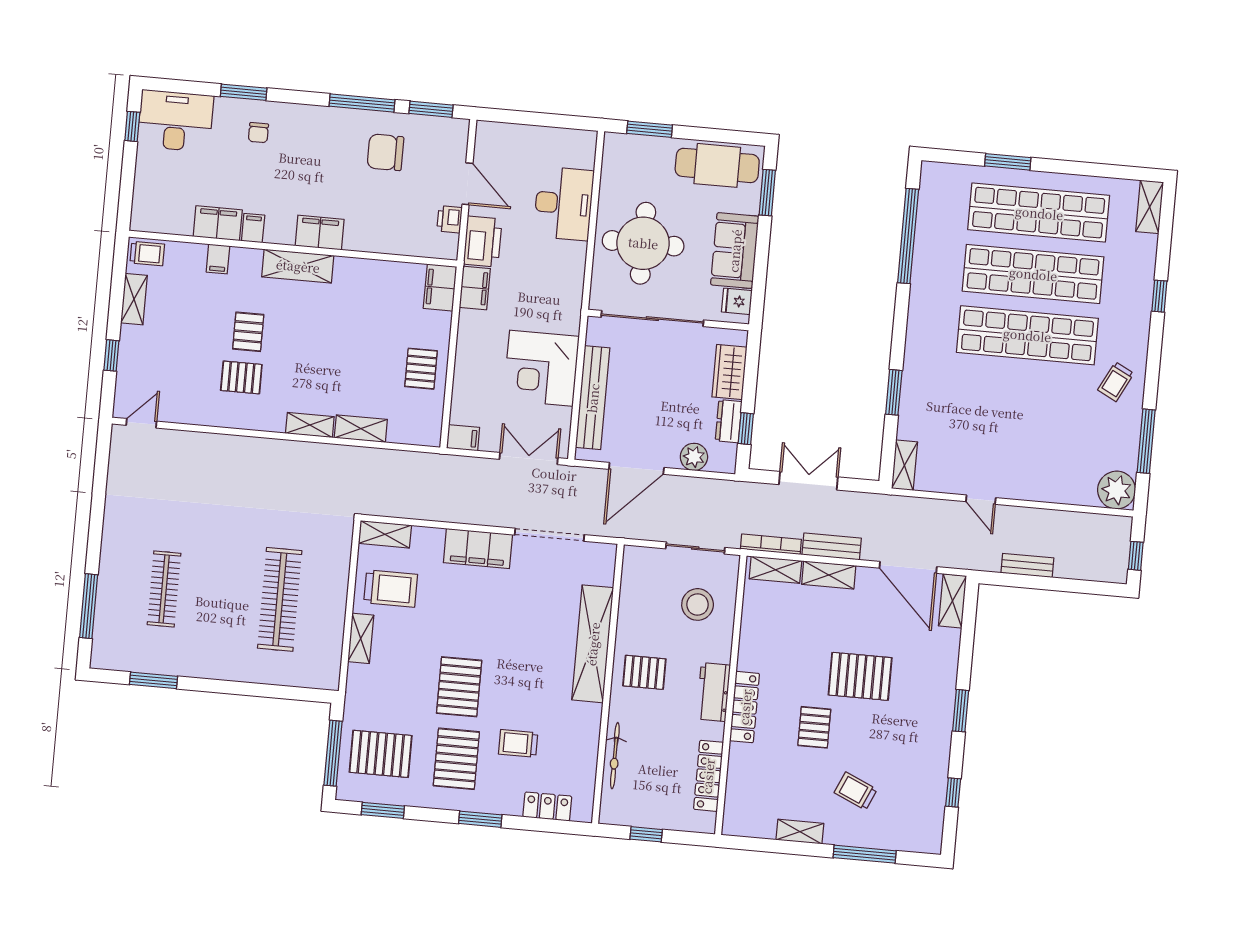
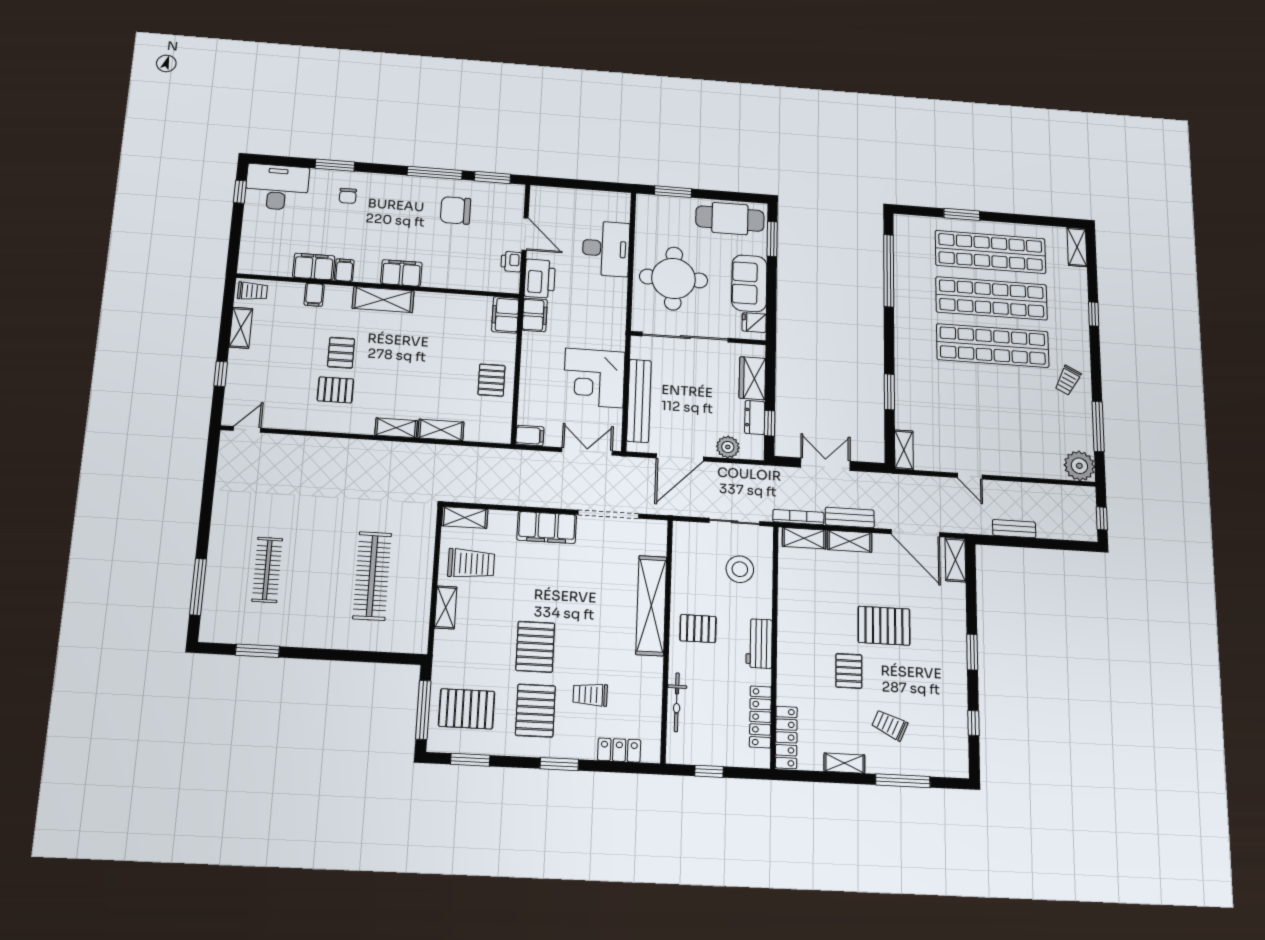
locker: (745, 707) -> (786, 737), moved

